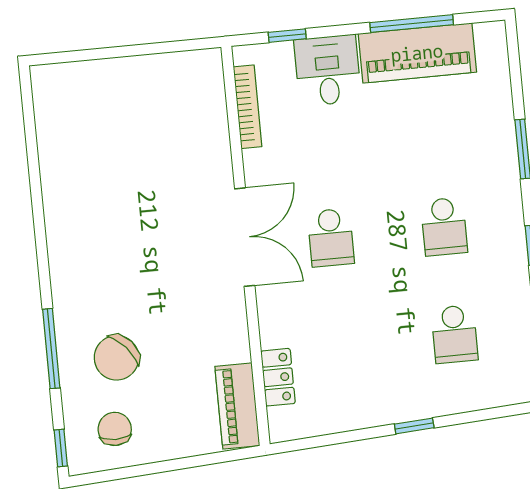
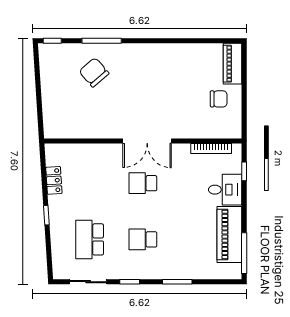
window: (412, 24) -> (244, 253), moved
school desk: (454, 334) -> (90, 239), width x1.85
locker: (278, 377) -> (54, 180), moved, turned -94
piano: (237, 406) -> (233, 64), moved, turned -90
chair: (115, 429) -> (219, 99), moved

